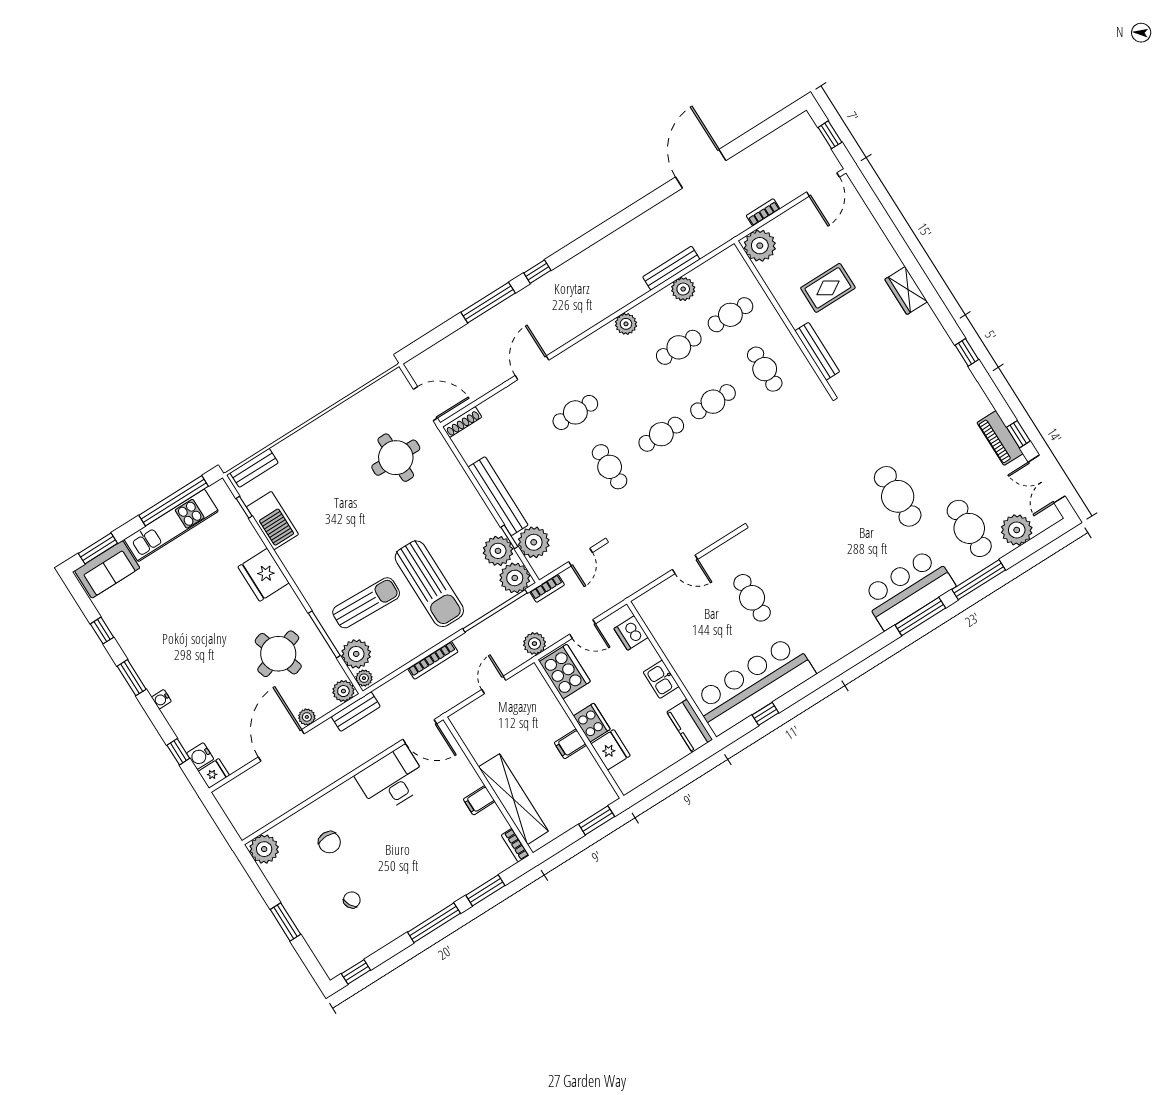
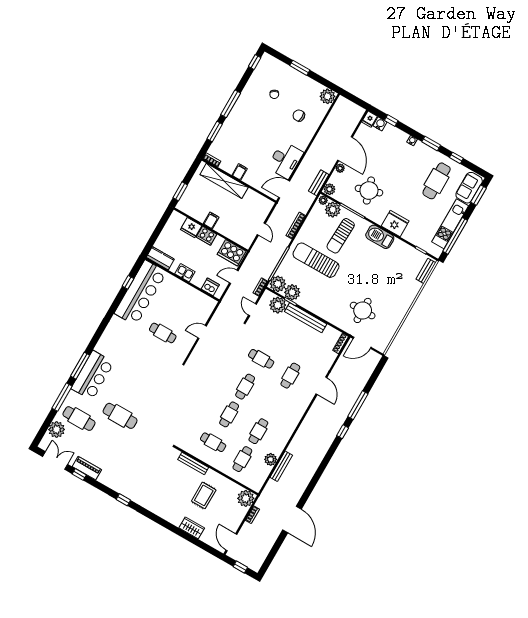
wardrobe: (906, 290) -> (192, 528), moved
plant: (626, 324) -> (289, 429), removed
barbecue: (272, 521) -> (380, 237), moved
cafe table: (156, 610) -> (437, 181), added
plant: (534, 644) -> (253, 258), removed

